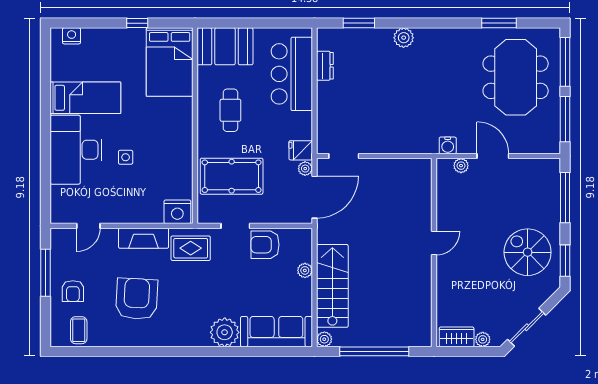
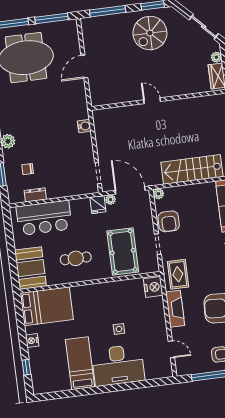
window: (137, 23) -> (26, 367), moved
nightstand: (72, 36) -> (32, 341), moved
chair: (362, 60) -> (28, 169), added
water cooler: (448, 145) -> (84, 126), moved
plant: (461, 166) -> (94, 88), removed
plant: (305, 270) -> (158, 194), moved

